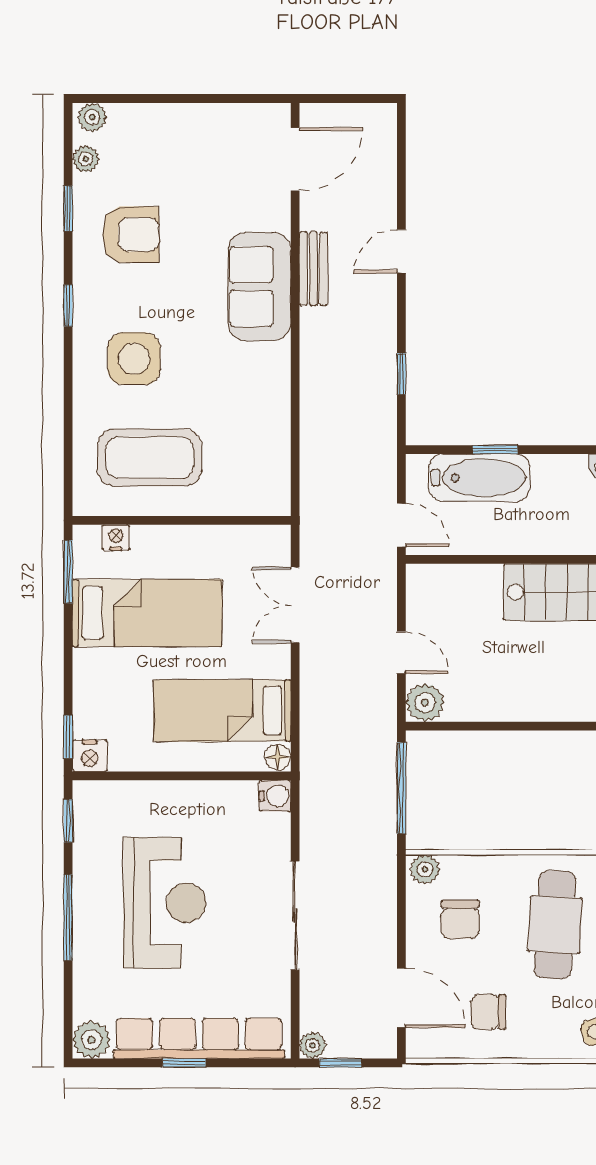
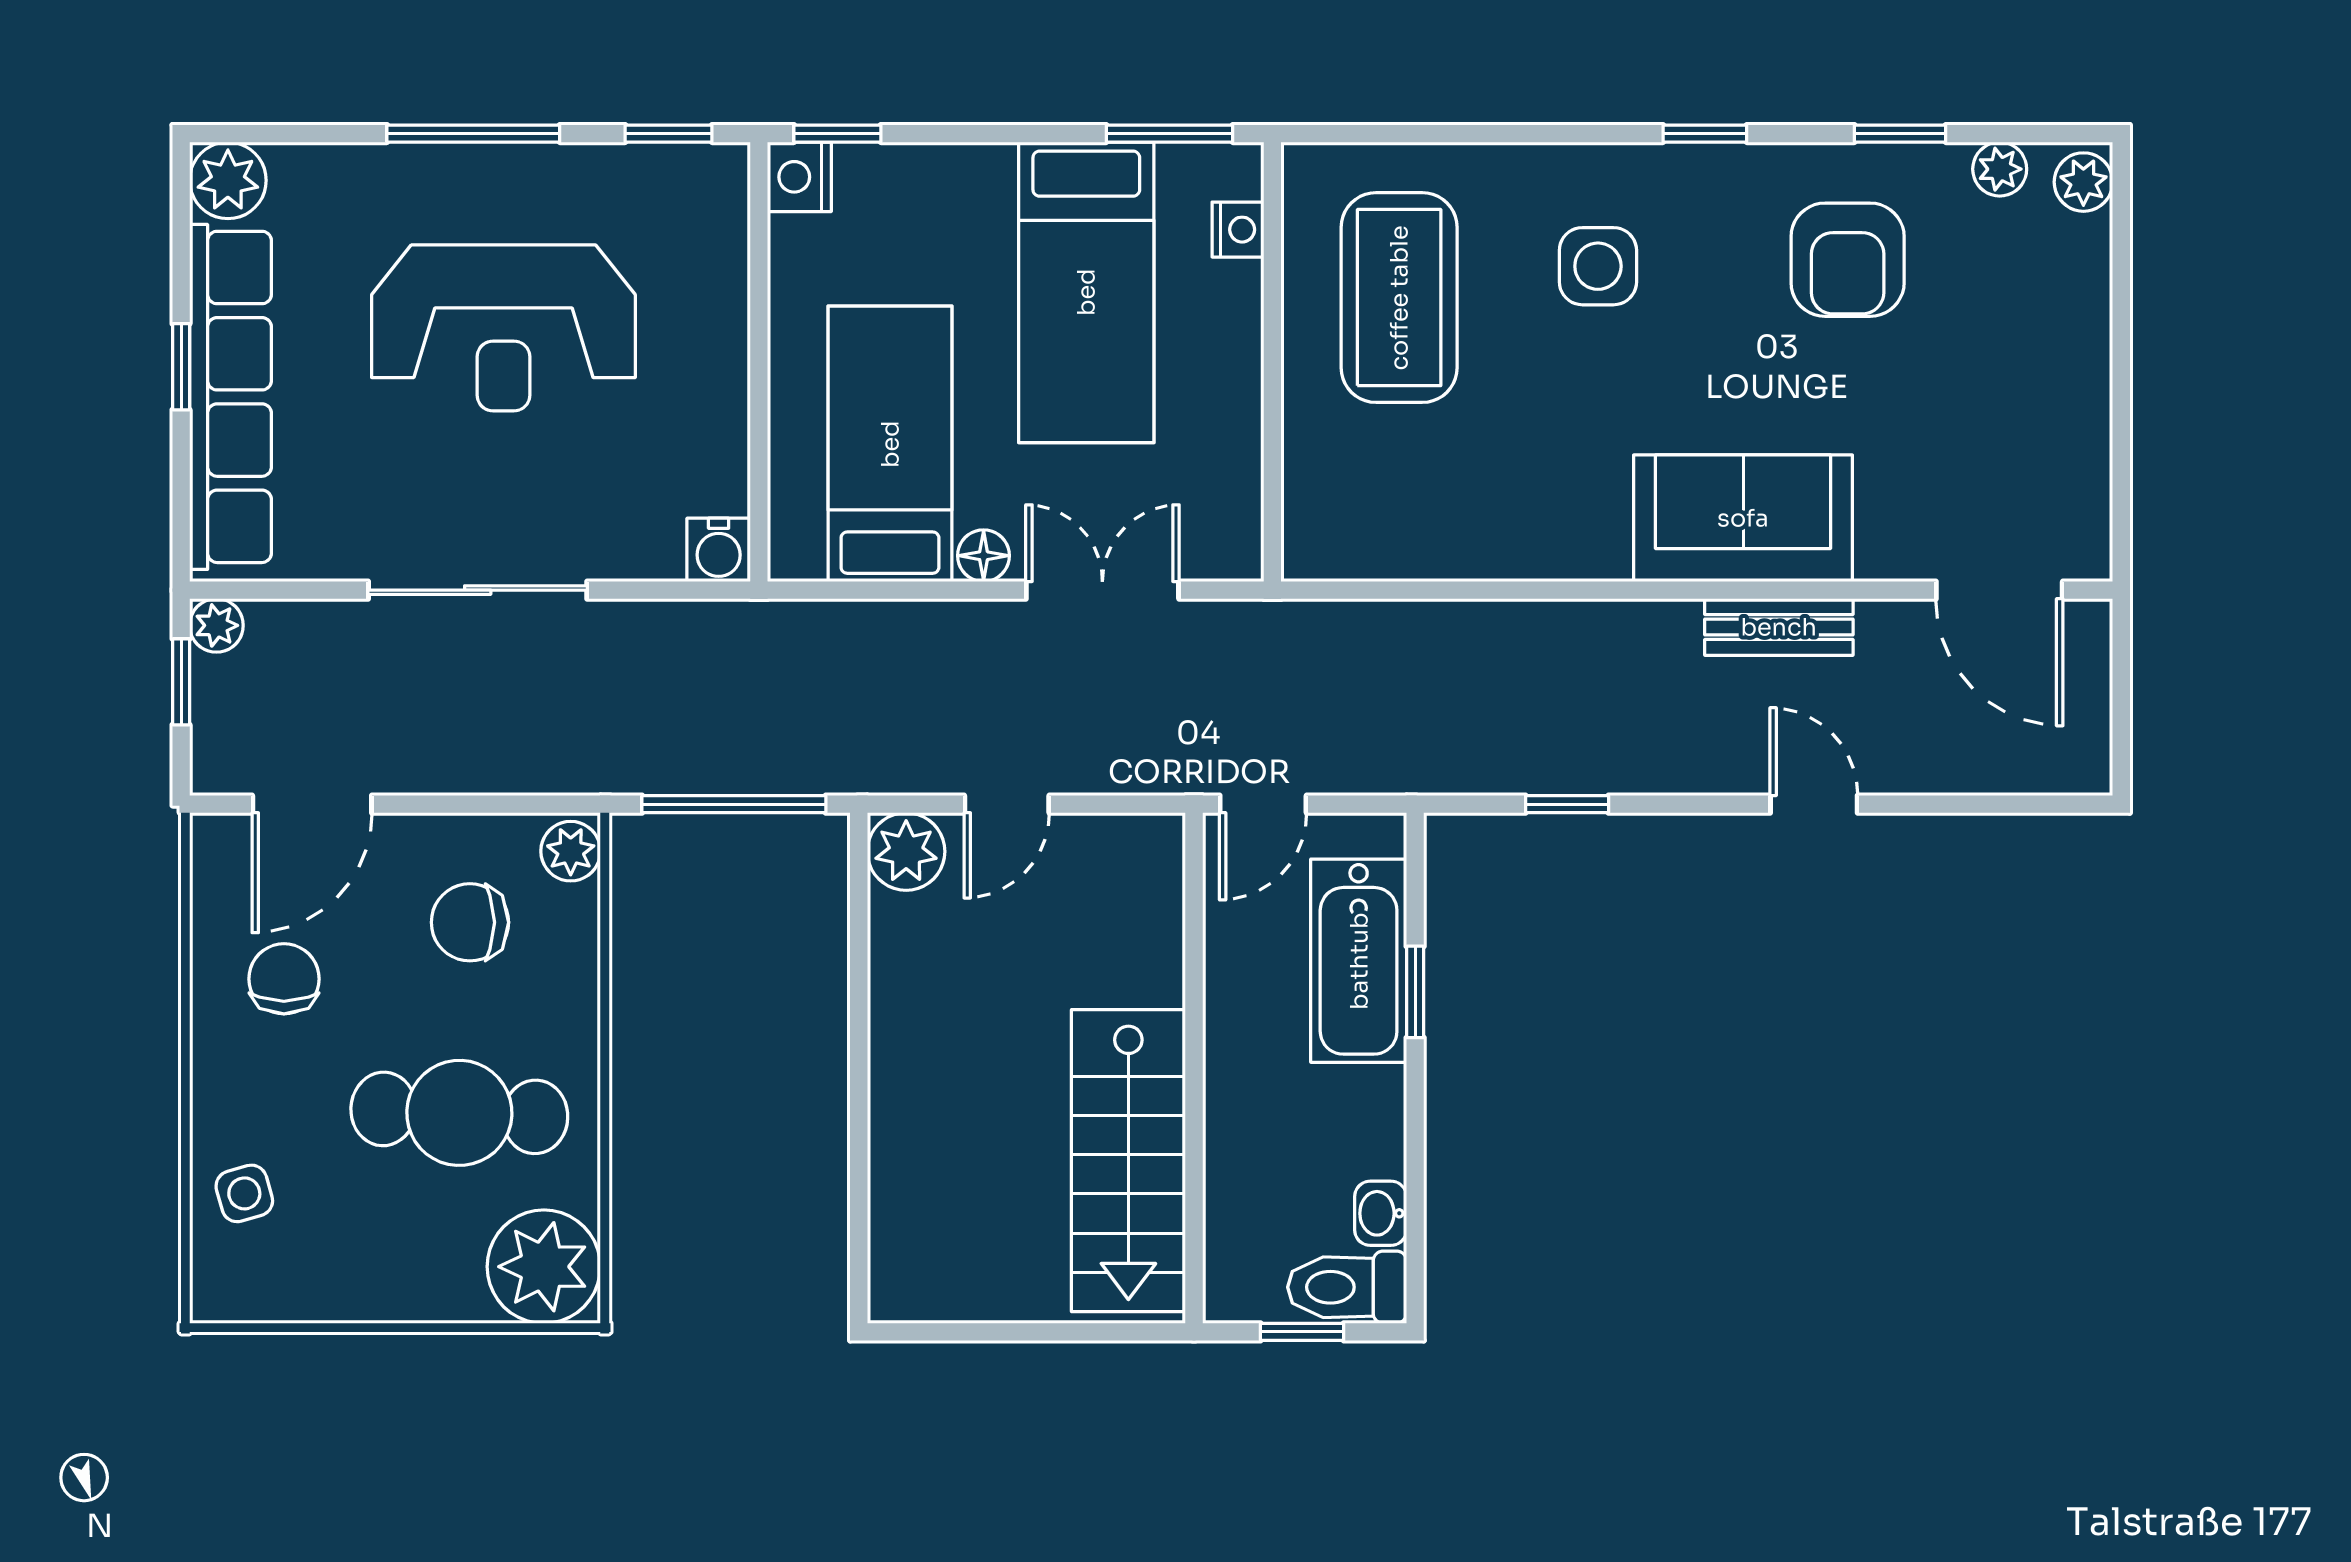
side table: (134, 359) -> (1598, 266), width x0.73, depth x0.73
floor lamp: (278, 757) -> (984, 556), moved

